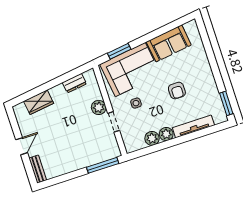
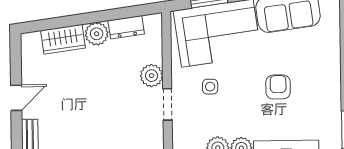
armchair: (177, 91) -> (278, 87), turned 180
plant: (58, 93) -> (97, 34), added

